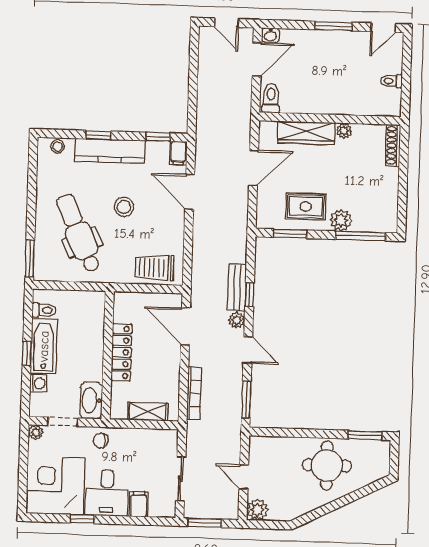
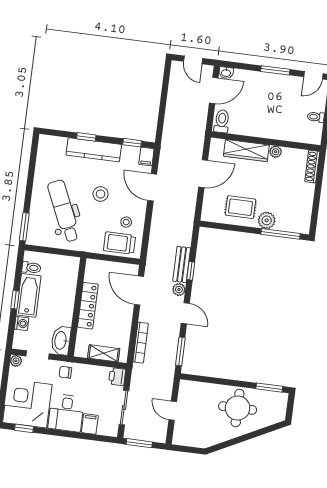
stool: (58, 146) -> (126, 222), moved
window: (290, 234) -> (226, 227), removed
printer: (168, 440) -> (117, 377), added
plant: (257, 510) -> (181, 437), removed
window: (82, 519) -> (24, 428), moved

